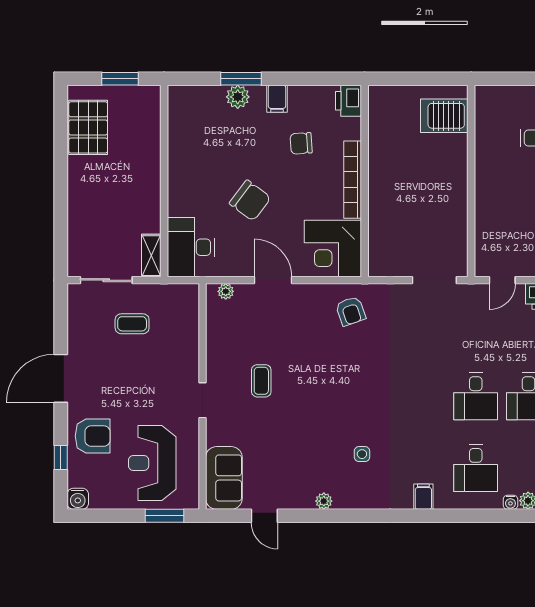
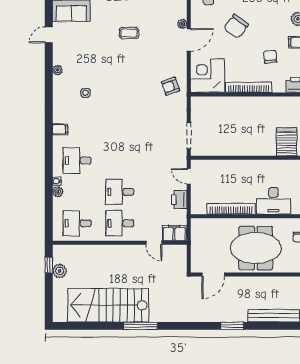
plant: (226, 291) -> (182, 24), moved
desk: (476, 396) -> (120, 161), removed

